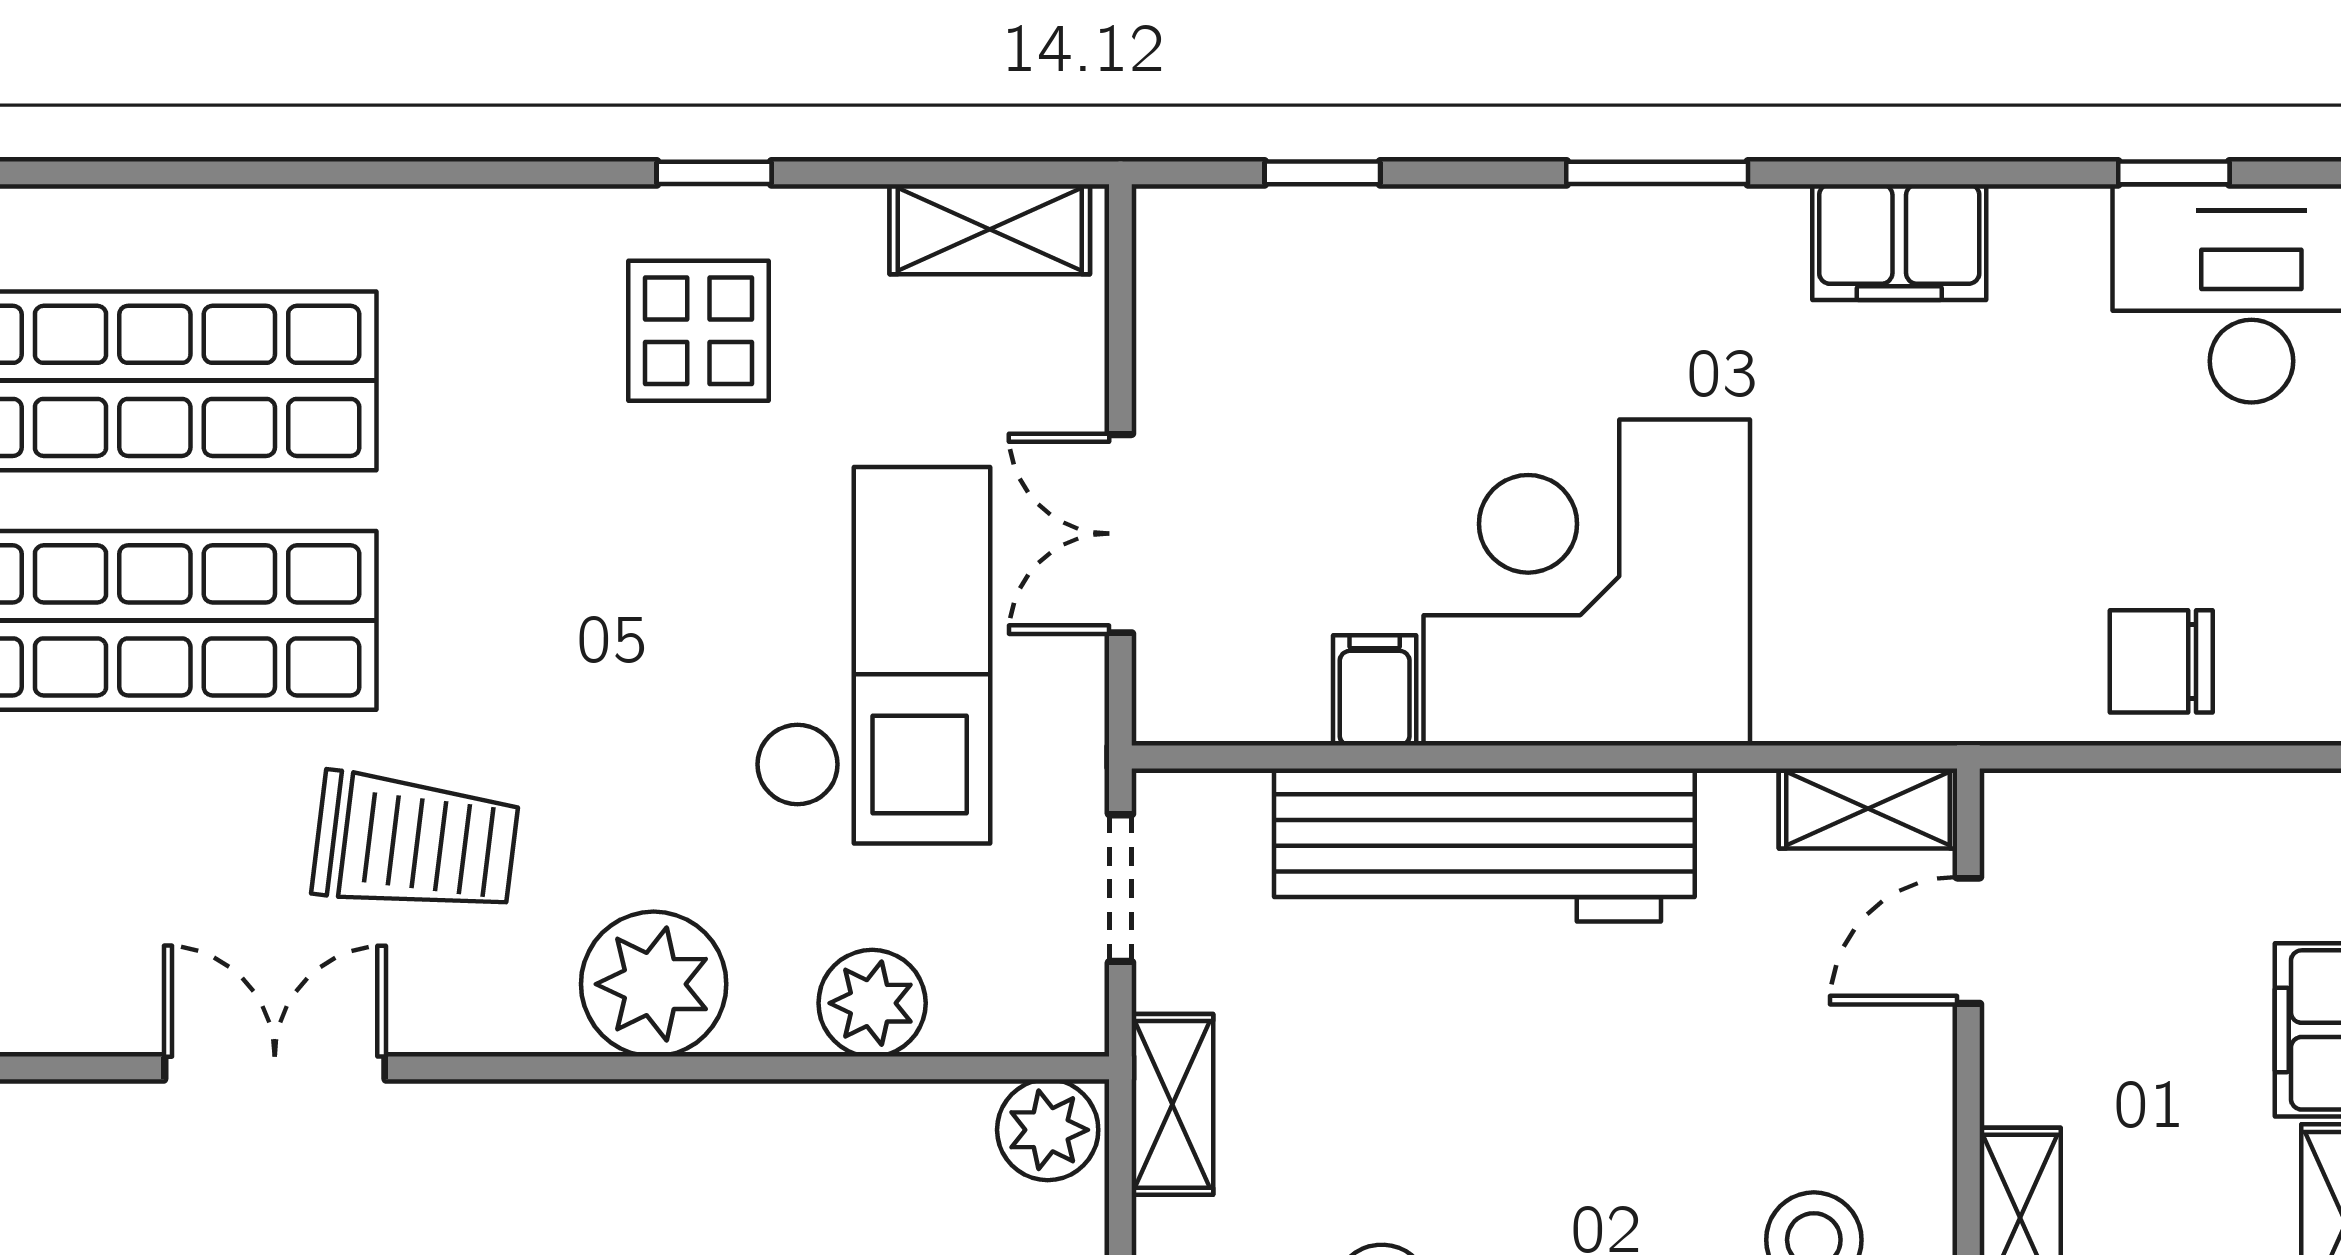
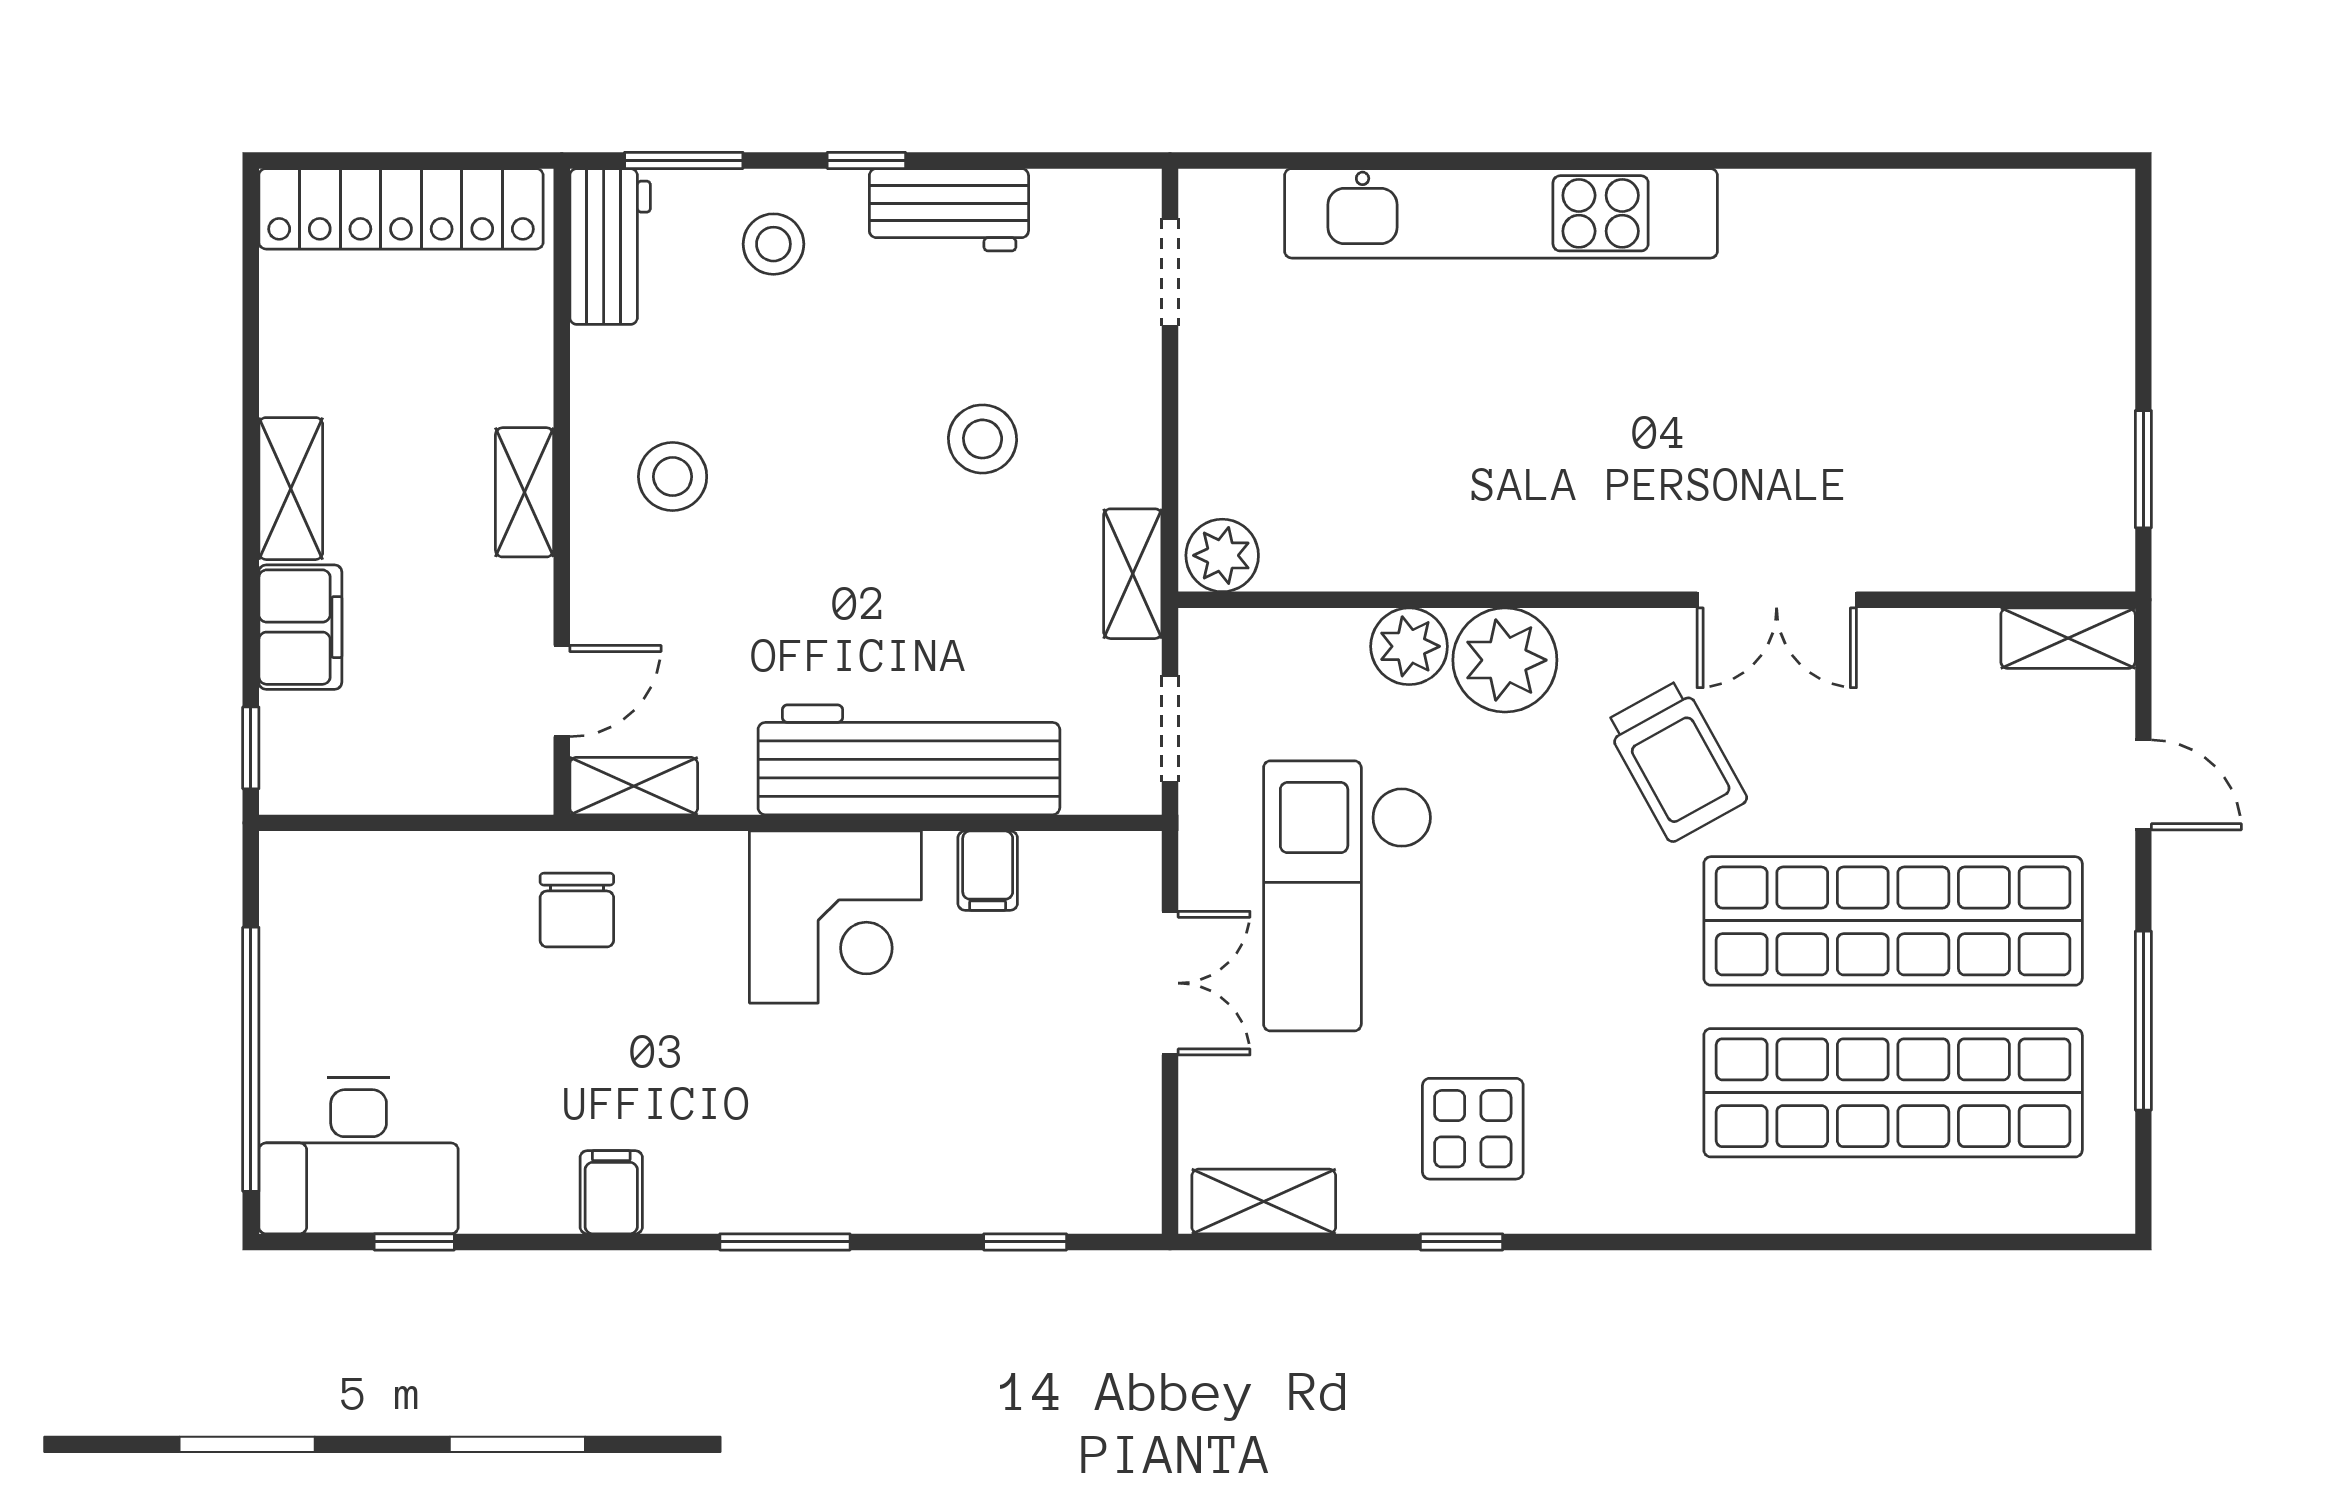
filing cabinet: (1899, 242) -> (611, 1192), width x0.50
corner desk: (1587, 583) -> (835, 917), width x0.74, depth x0.74
chair: (2161, 661) -> (577, 910), moved, turned 90
trolley: (415, 843) -> (1676, 761), turned -126
plant: (872, 1003) -> (1409, 646), moved

